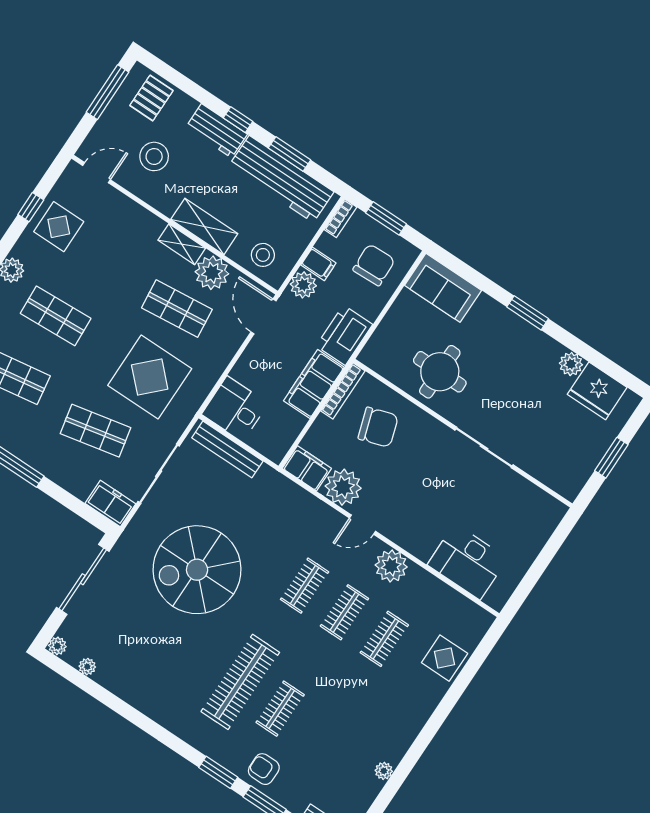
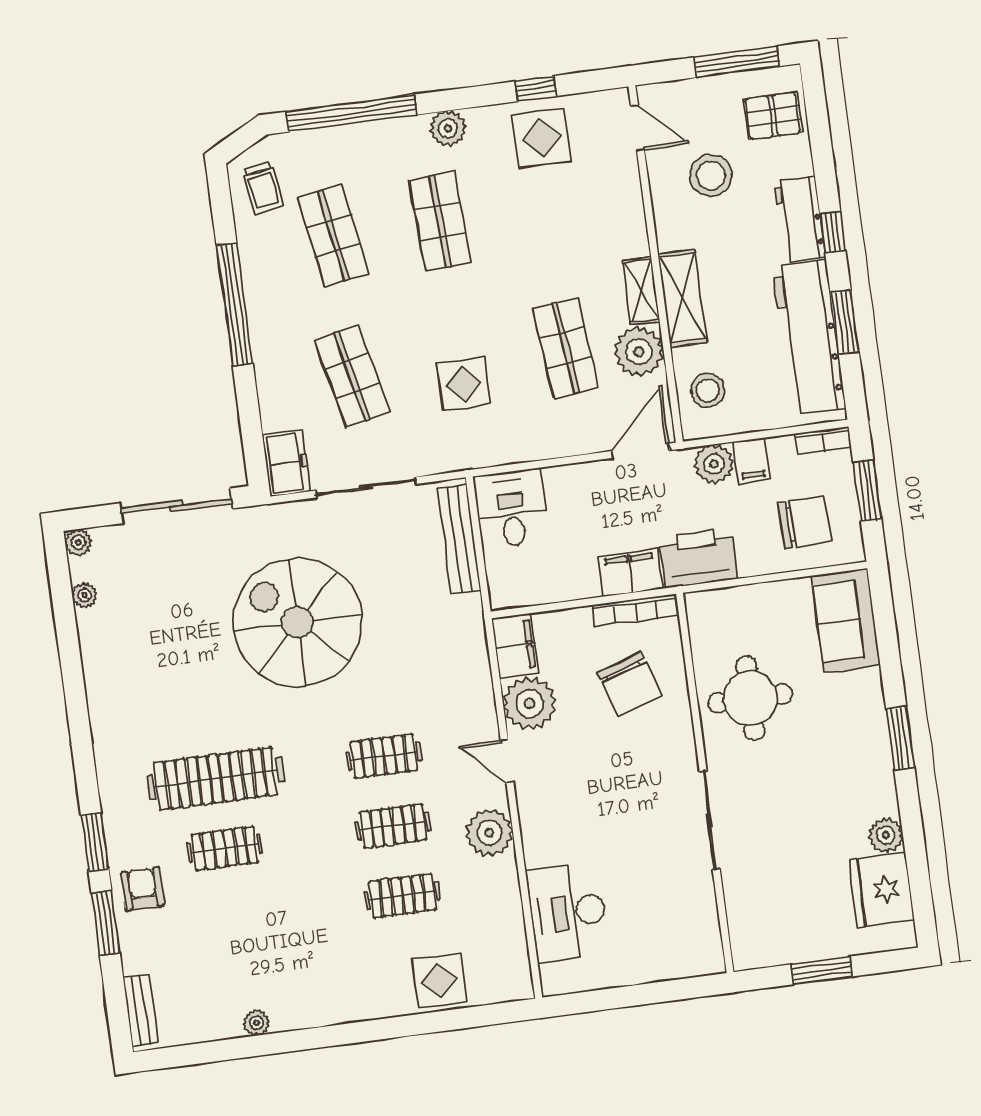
display table: (150, 377) -> (464, 384), width x0.54, depth x0.54
filing cabinet: (314, 384) -> (630, 573), width x0.67, depth x0.86

